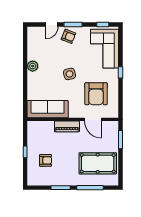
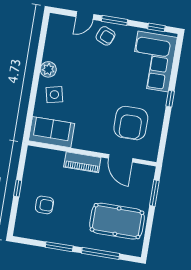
side table: (70, 74) -> (54, 95), moved
sofa: (48, 109) -> (52, 132), width x0.73

